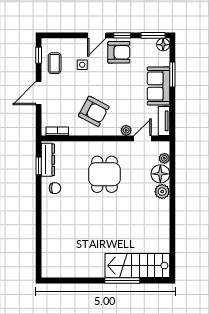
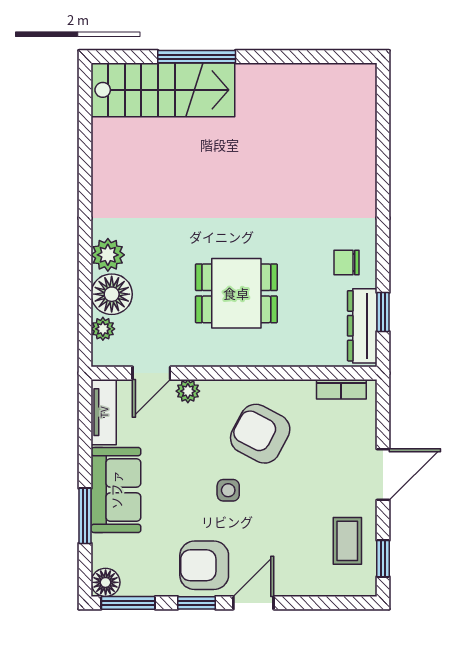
side table: (82, 65) -> (228, 490), moved
dining table: (104, 174) -> (236, 293), turned 90

